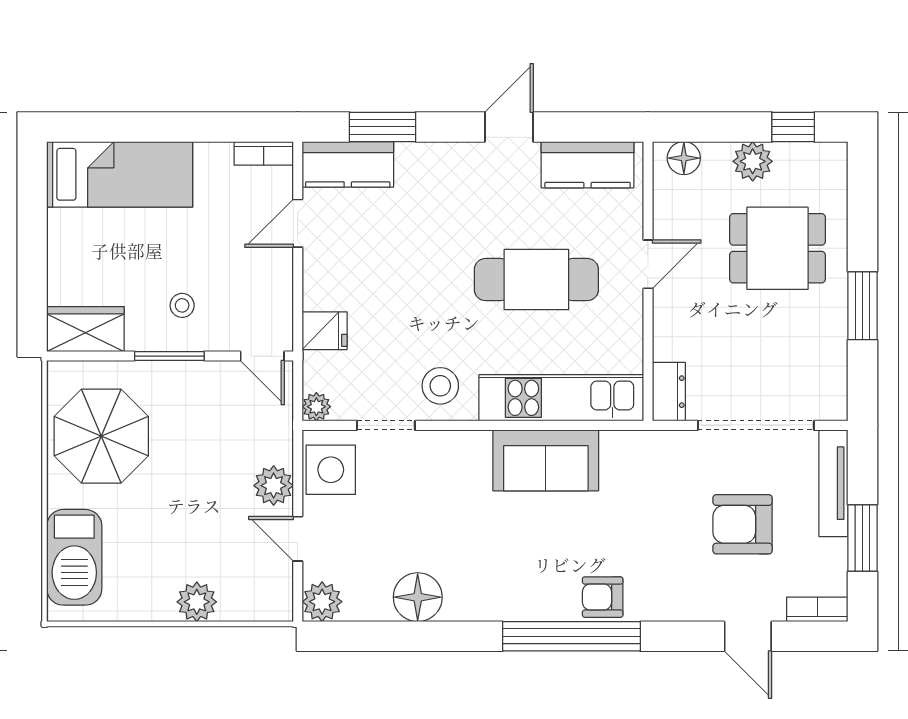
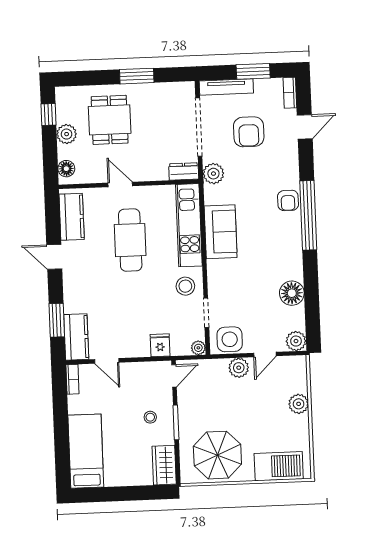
plant: (662, 451) -> (213, 174), added

